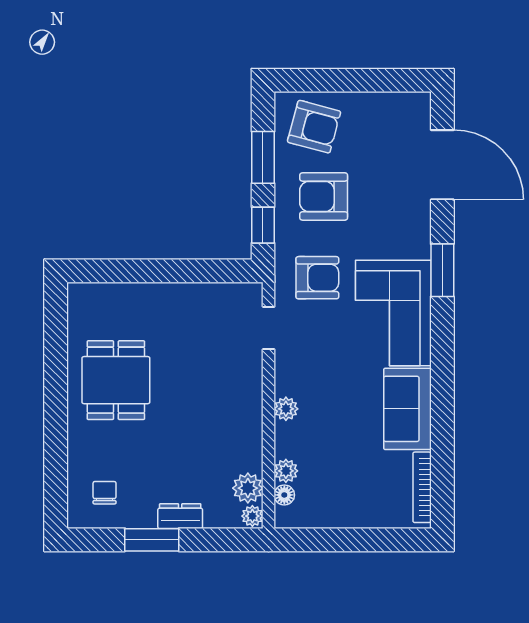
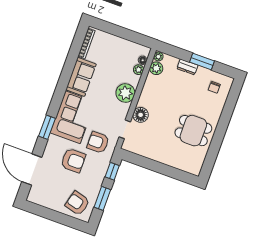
armchair: (324, 196) -> (73, 160), moved
floor lamp: (245, 373) -> (141, 115), added
dining table: (116, 380) -> (193, 131), turned 90
plant: (286, 409) -> (125, 93), width x1.87, depth x1.87

